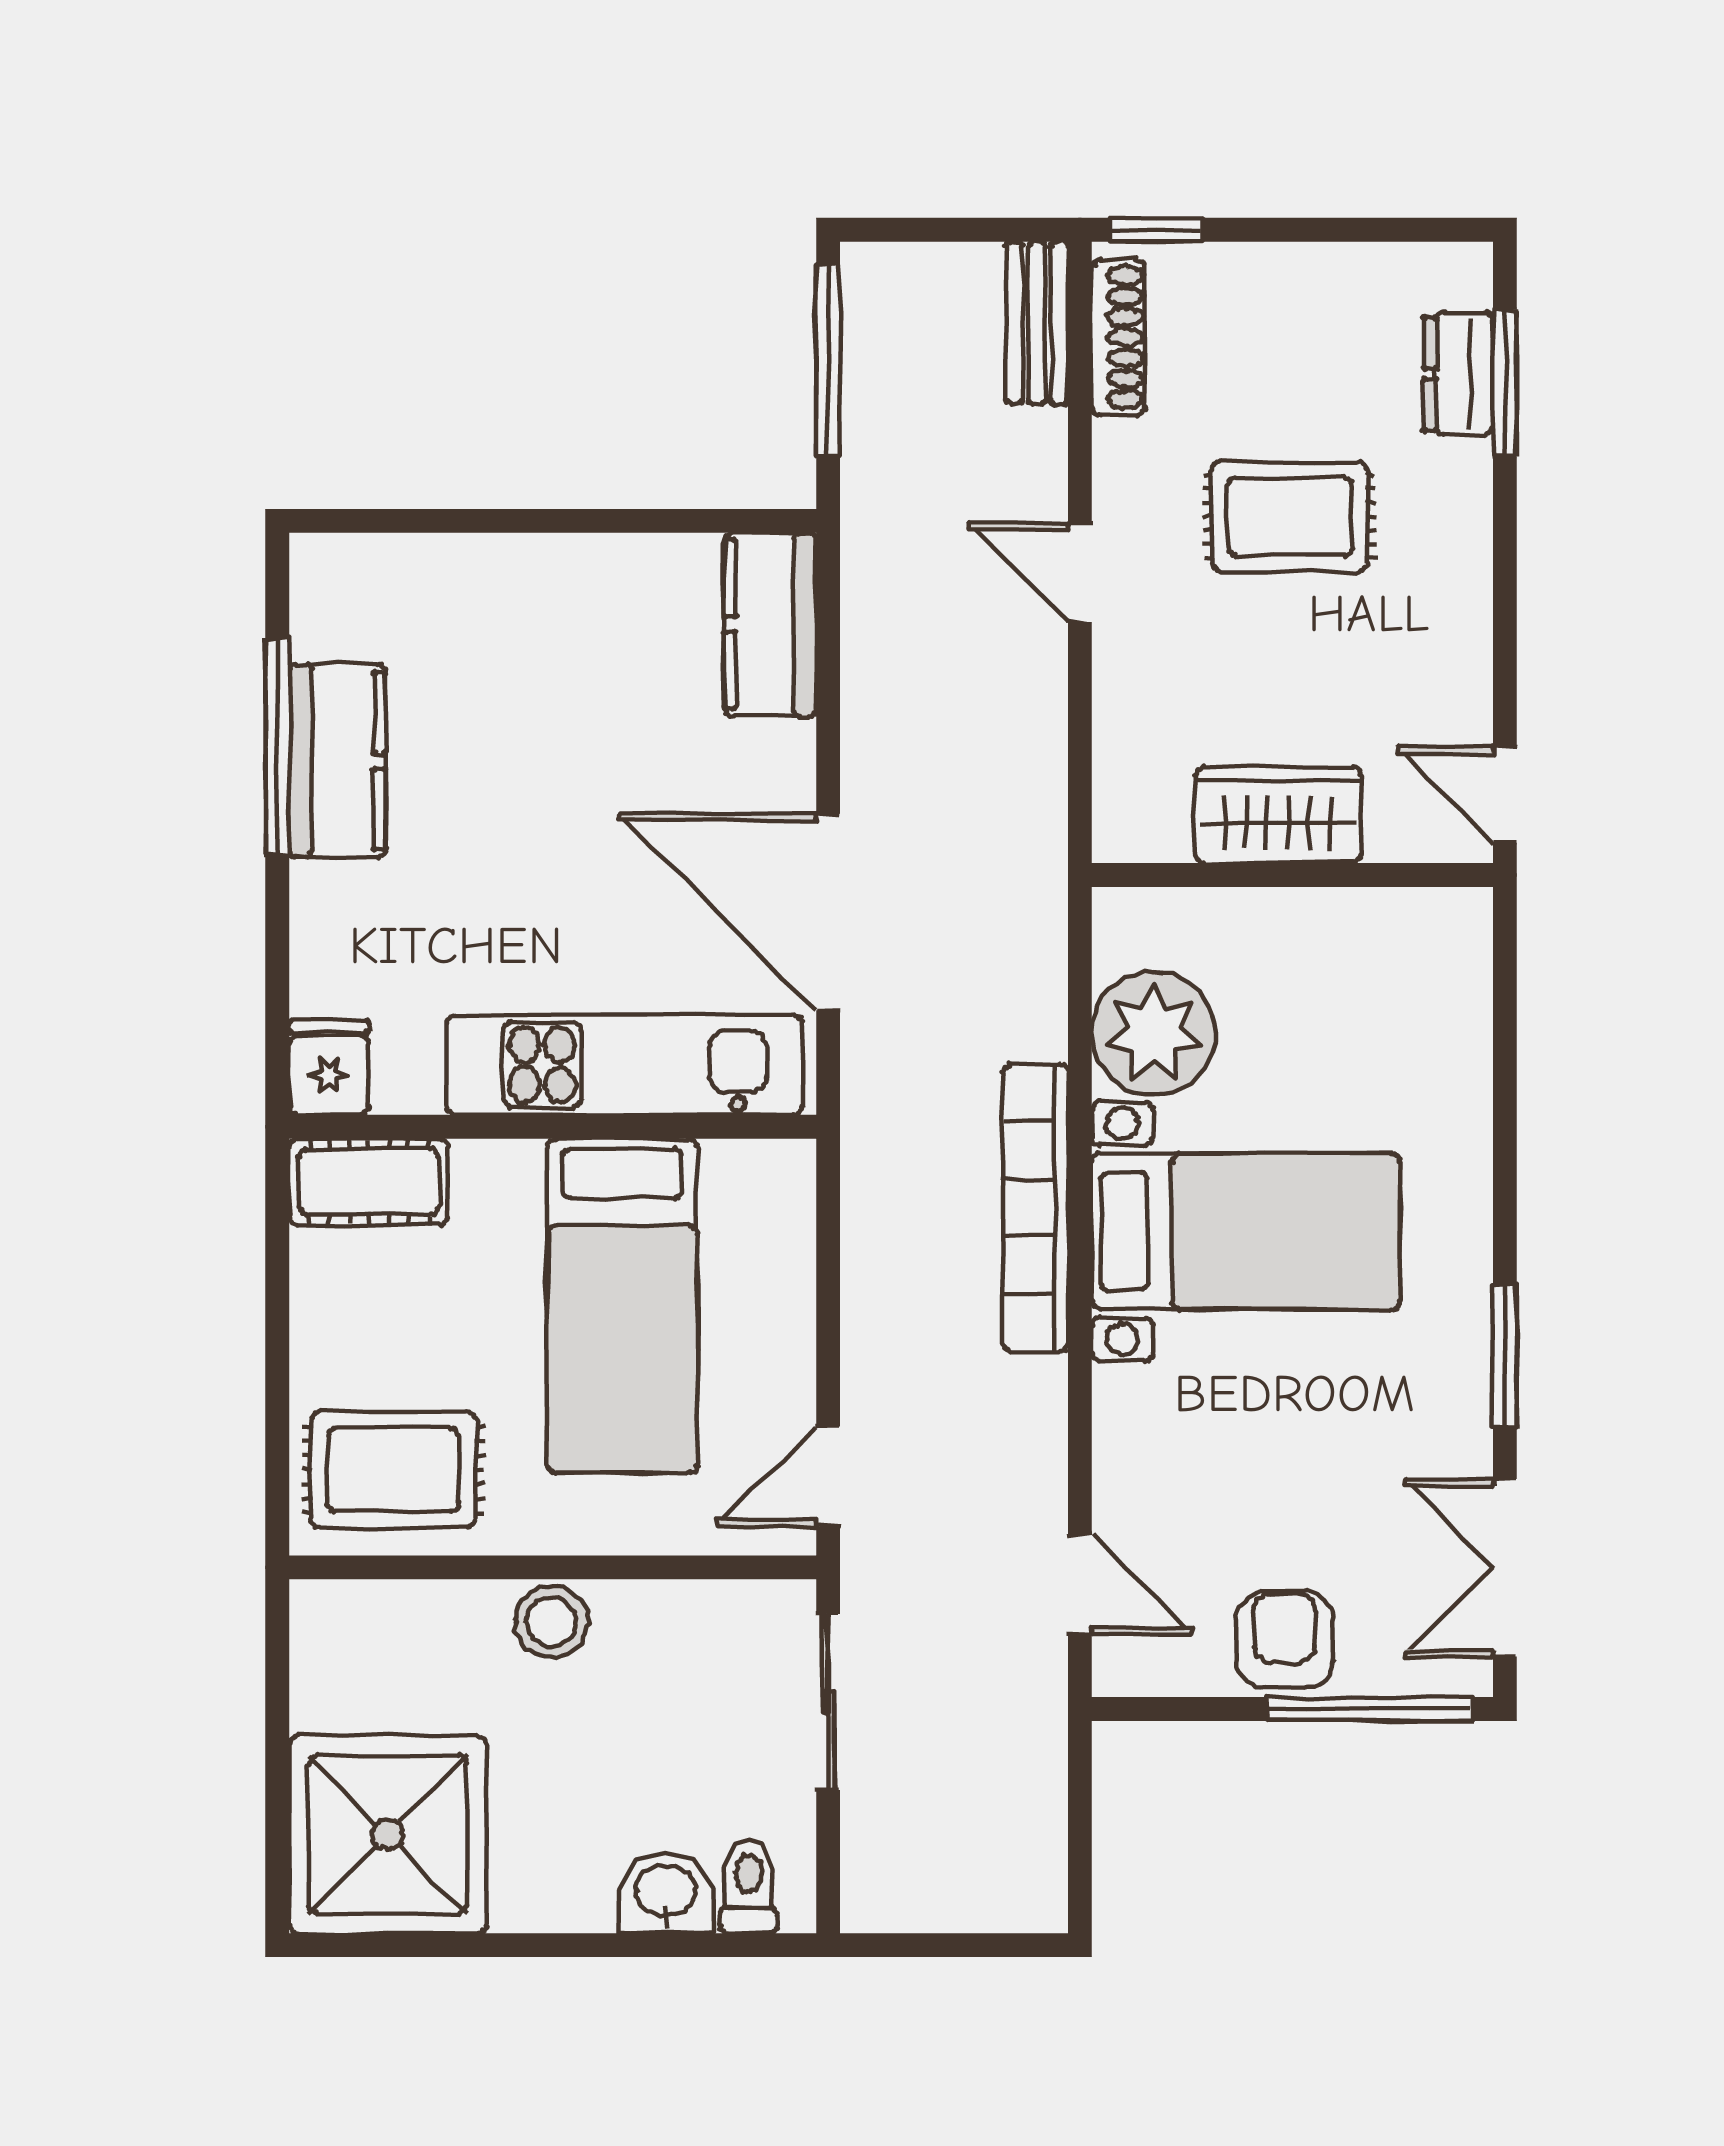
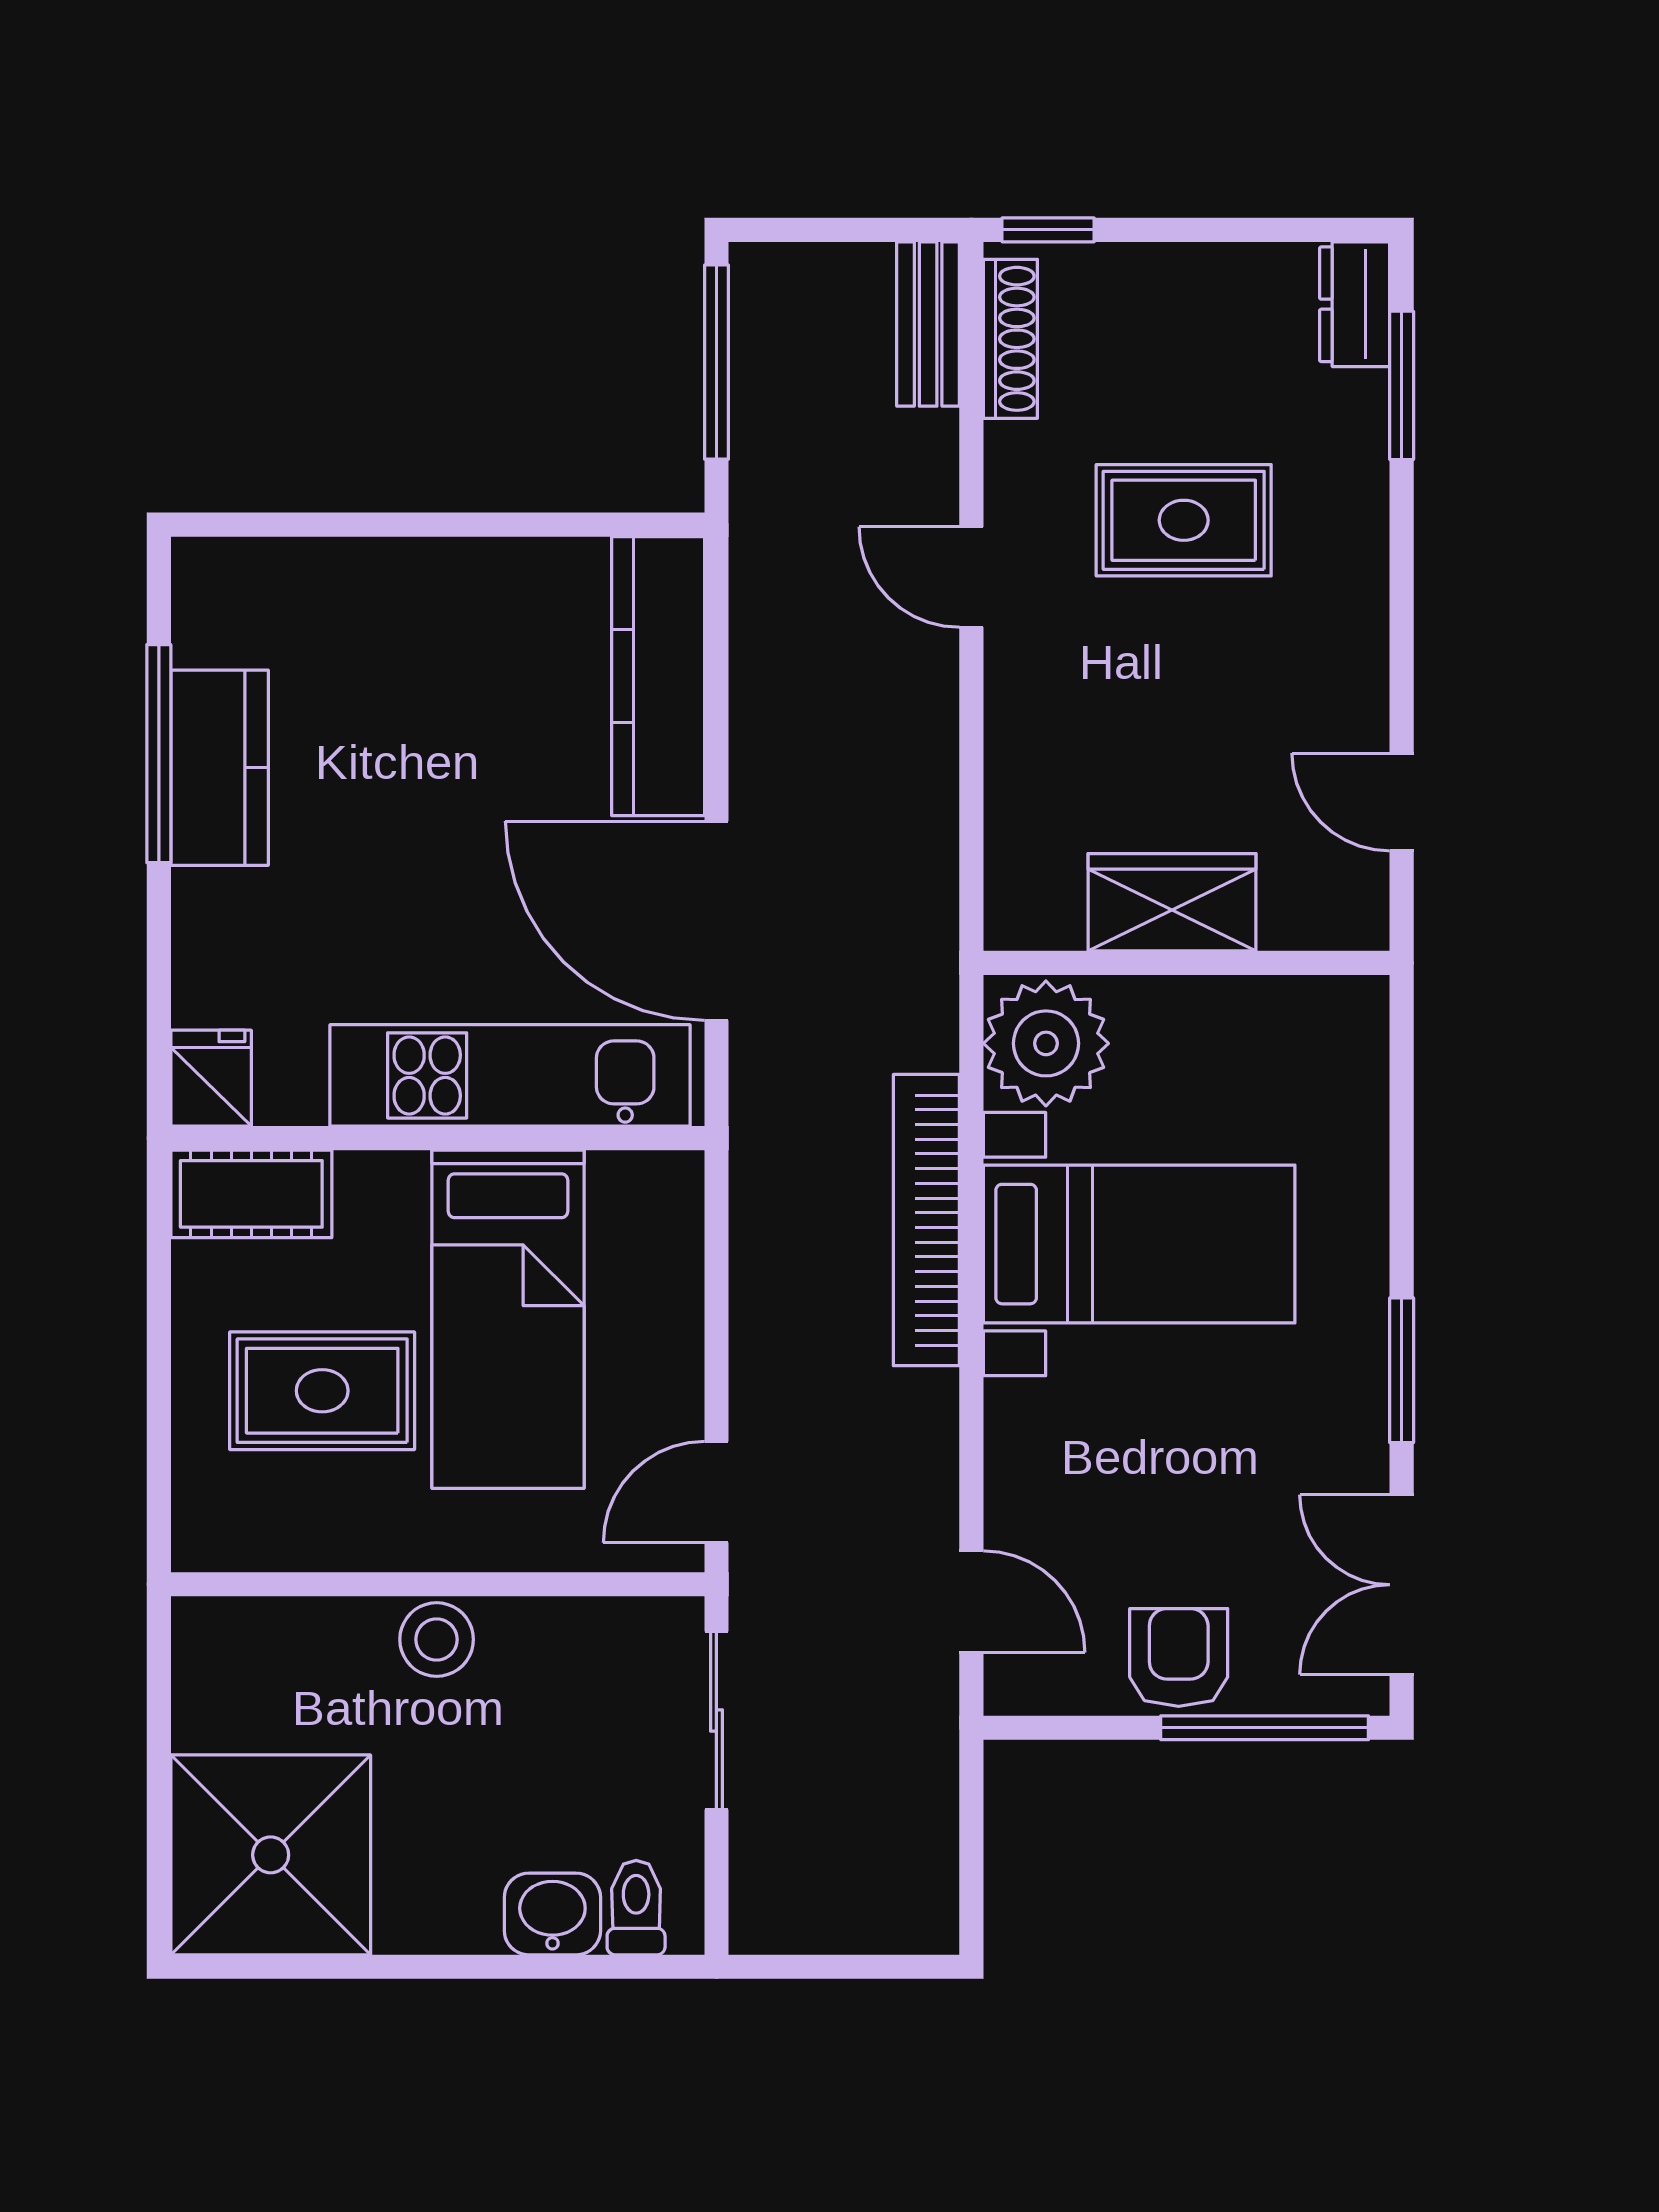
dresser: (1458, 374) -> (1355, 304), moved
kitchen counter: (770, 624) -> (658, 676), width x1.50
wardrobe: (1278, 815) -> (1172, 902), moved
wall: (1292, 875) -> (1187, 963), moved
rug: (393, 1470) -> (322, 1391), moved

